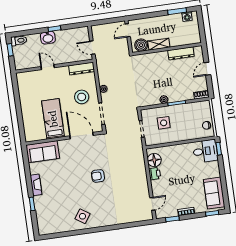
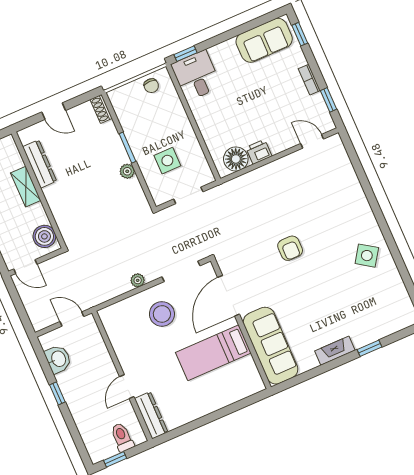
washbasin: (48, 38) -> (58, 359), moved
toilet: (19, 41) -> (122, 437), moved
shelving: (159, 44) -> (26, 187), moved
door: (92, 48) -> (72, 319), swing flipped
dresser: (82, 68) -> (151, 415), moved
sofa: (43, 152) -> (271, 346), width x1.36

